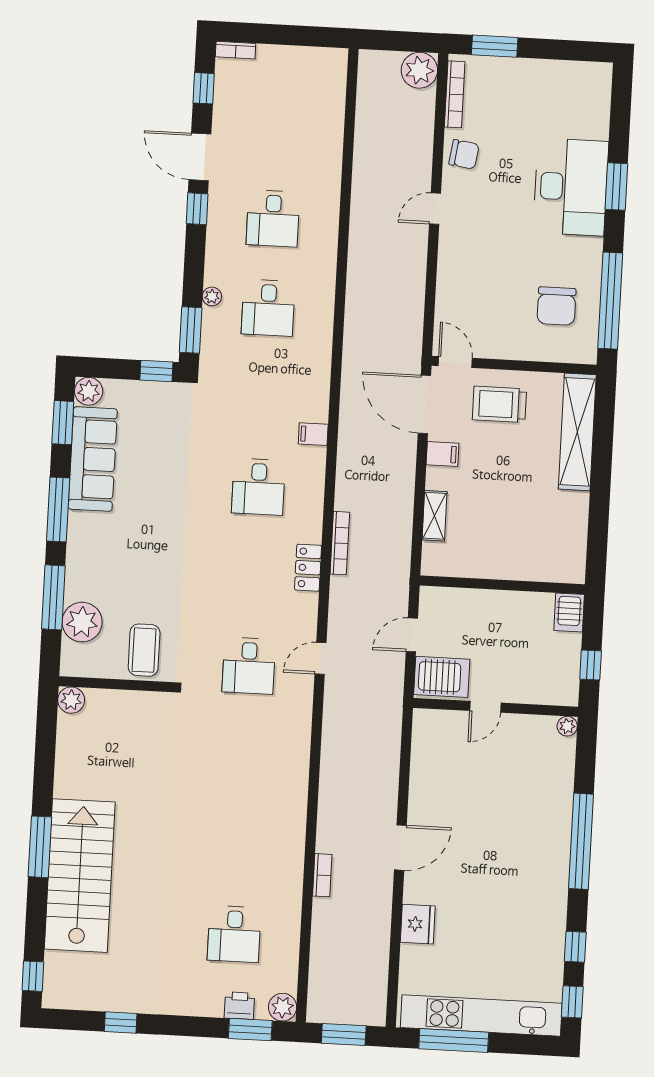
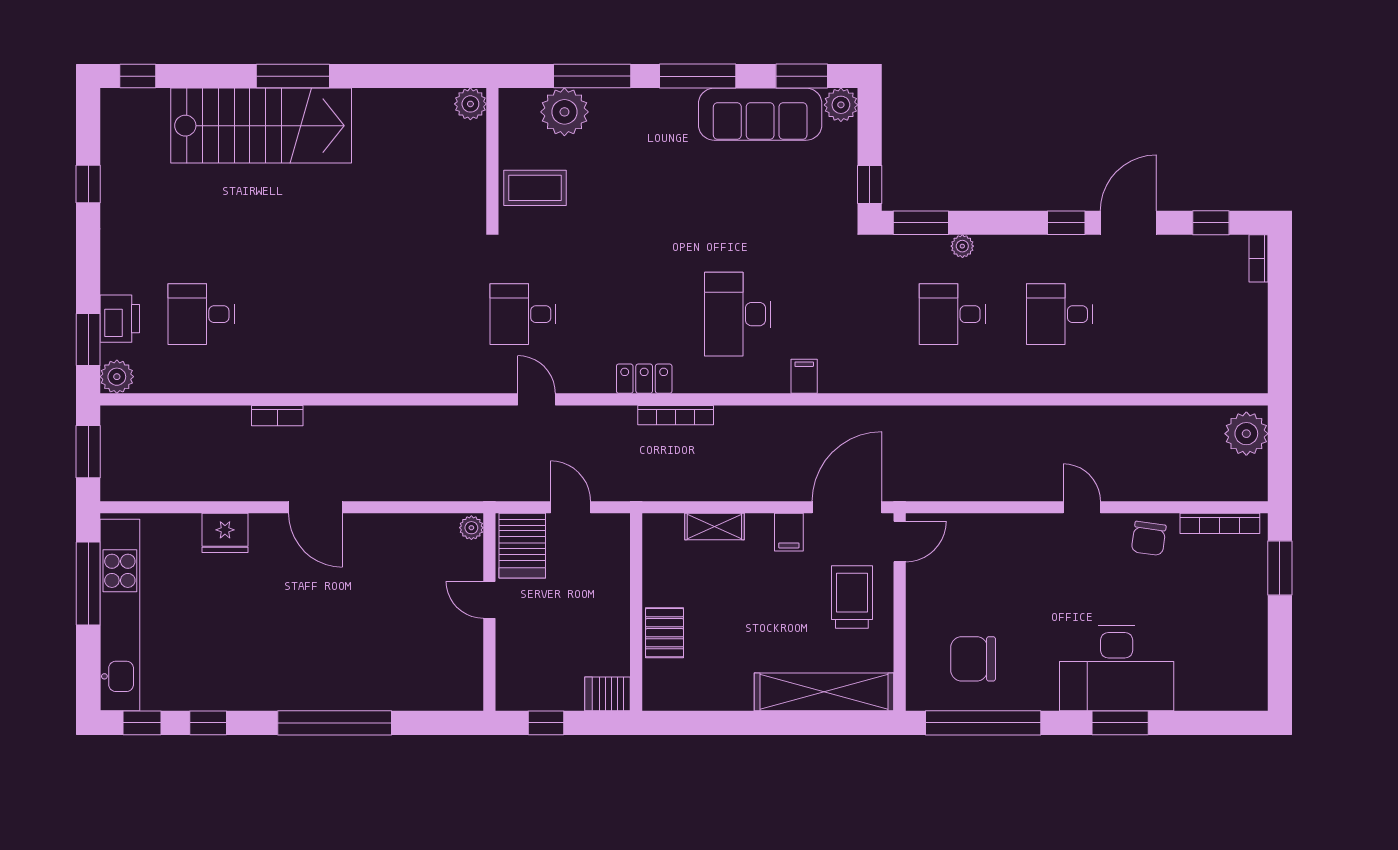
plant: (419, 70) -> (1246, 434), moved
desk: (258, 487) -> (738, 314), width x1.37
pallet: (521, 562) -> (665, 633), added
plant: (567, 726) -> (471, 528), moved
printer: (239, 1006) -> (120, 319), width x1.36, depth x1.24

